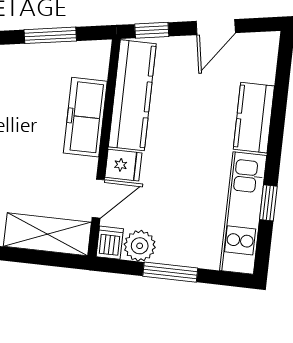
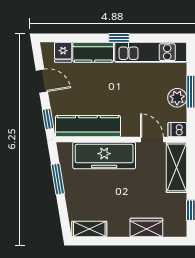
freezer: (85, 117) -> (104, 155), width x1.36, depth x1.26
fridge: (123, 165) -> (63, 52), moved, turned 180
window: (268, 203) -> (119, 38), moved
plant: (140, 246) -> (177, 98), moved

